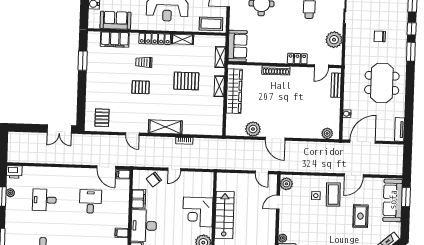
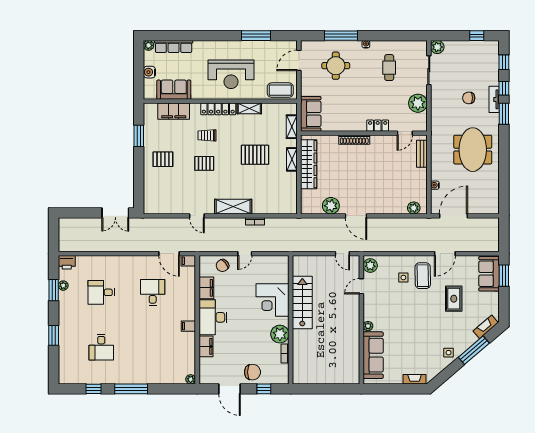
pallet: (102, 118) -> (163, 159), moved, turned 90
tv unit: (399, 129) -> (494, 99), moved
sofa: (393, 200) -> (489, 274), width x0.73

